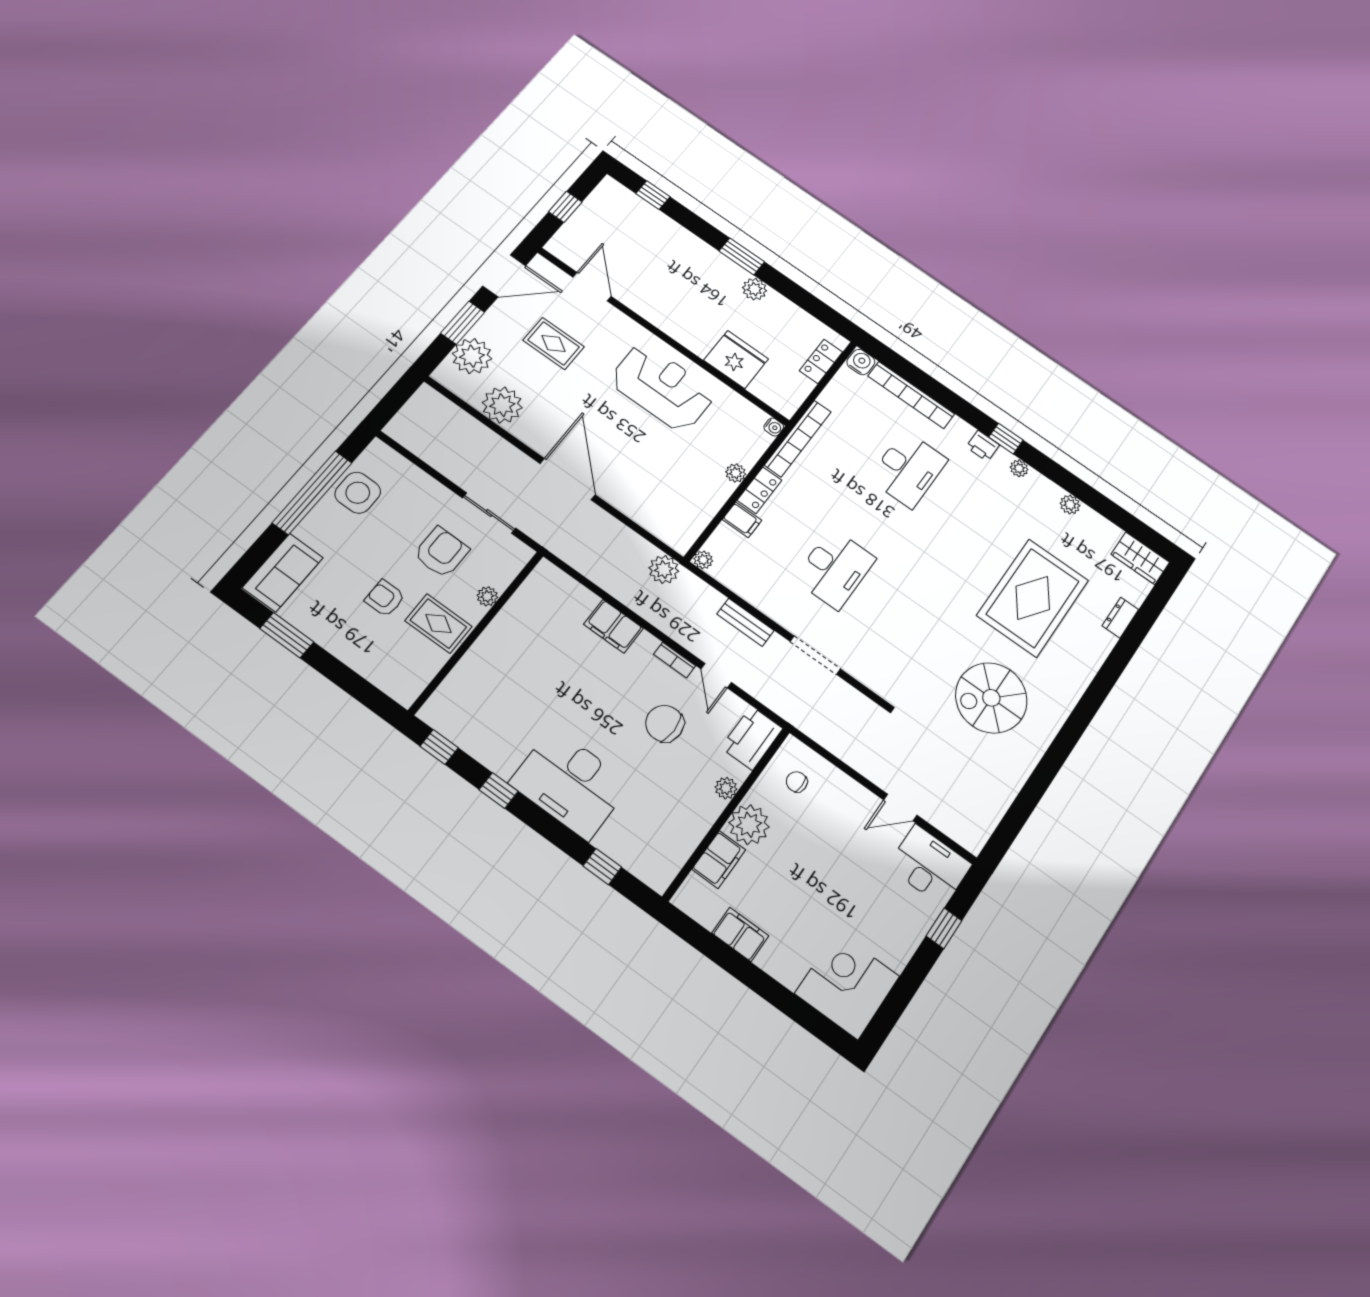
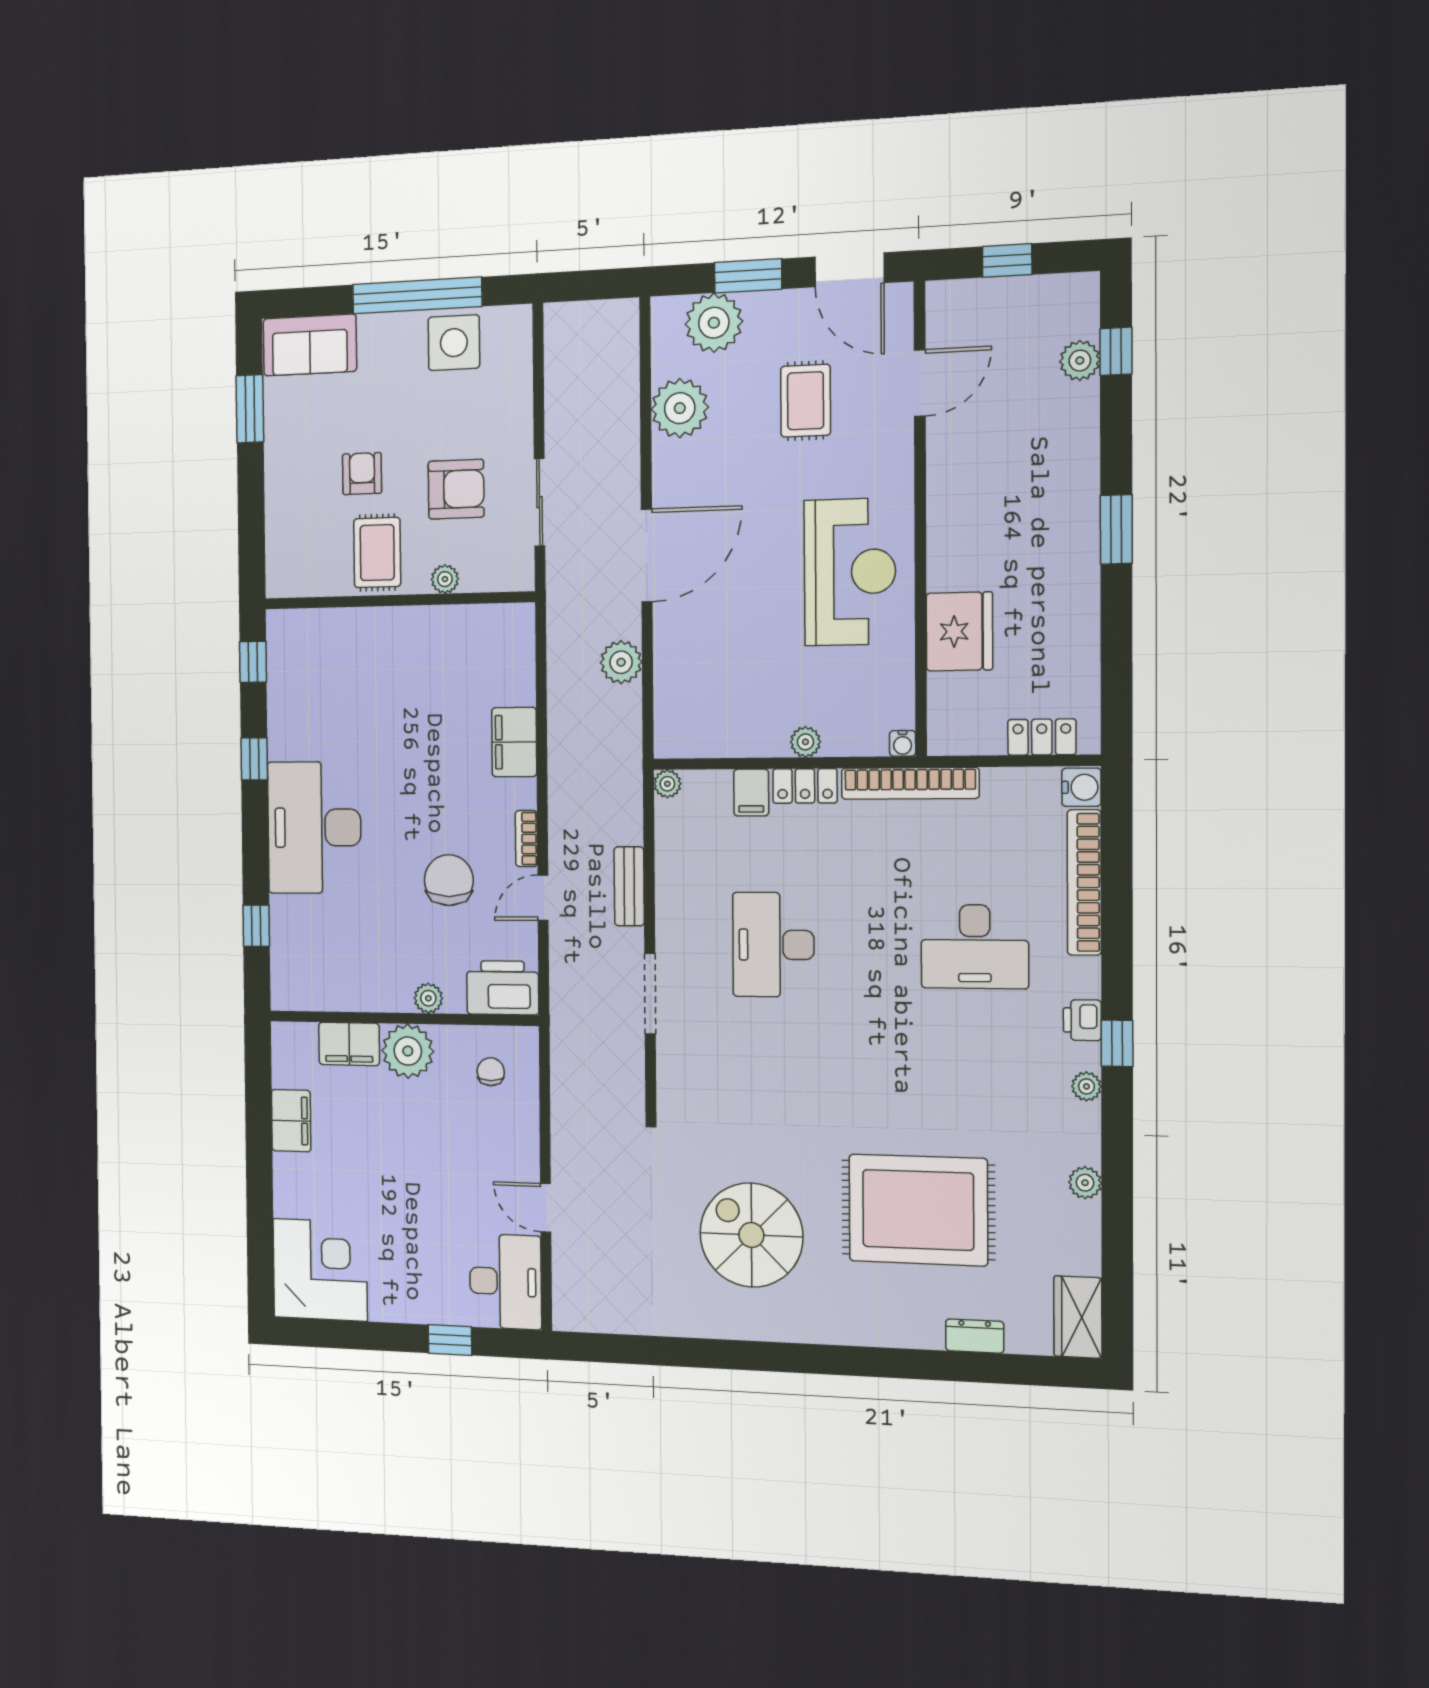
plant: (755, 289) -> (1080, 361), moved
plant: (664, 569) -> (621, 662), moved
desk: (835, 569) -> (773, 945), turned 90

